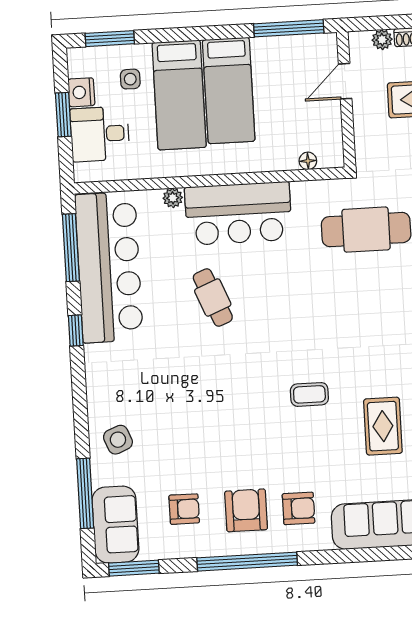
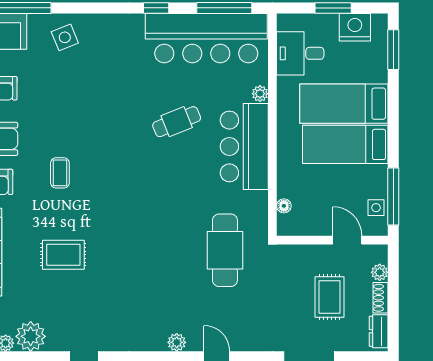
side table: (130, 79) -> (376, 208), moved
nightstand: (81, 92) -> (355, 27), width x1.36, depth x1.33
desk: (100, 134) -> (300, 53), moved, turned -90
coffee table: (309, 394) -> (60, 173), moved

